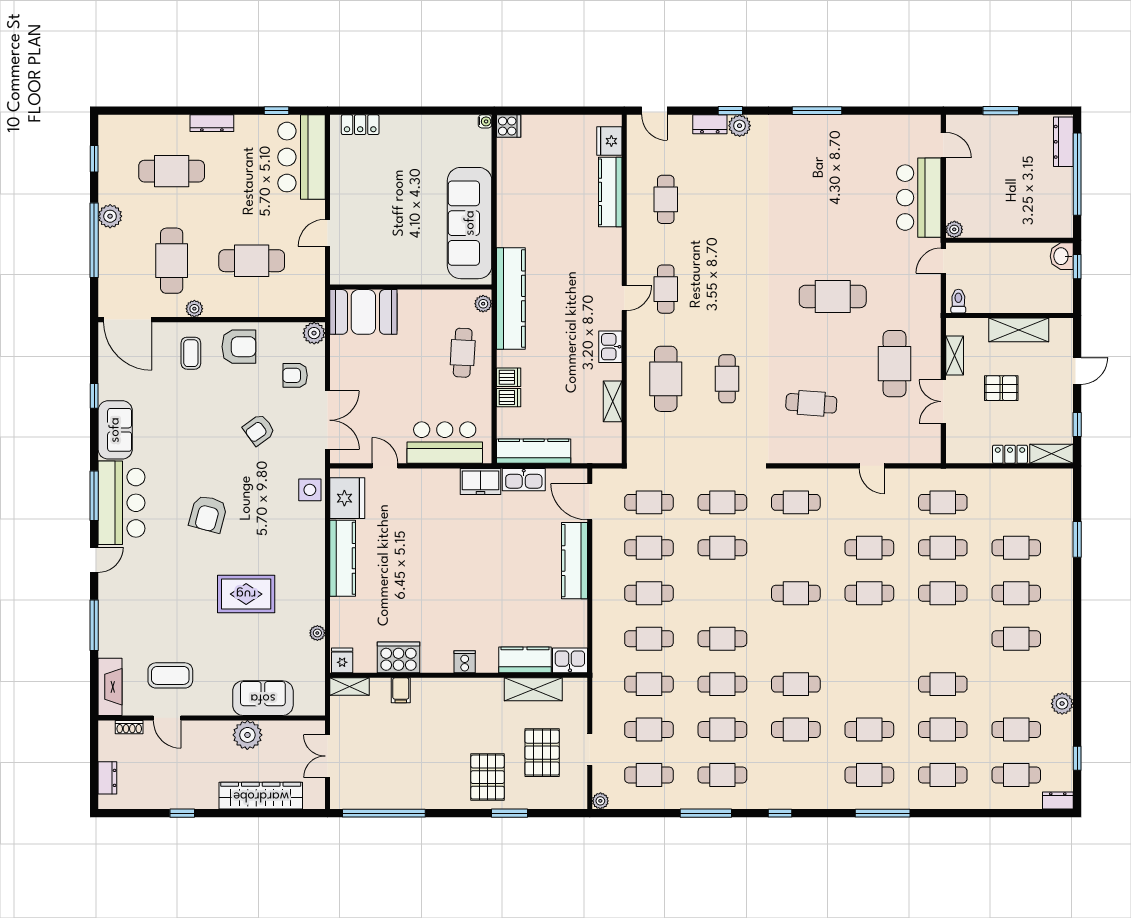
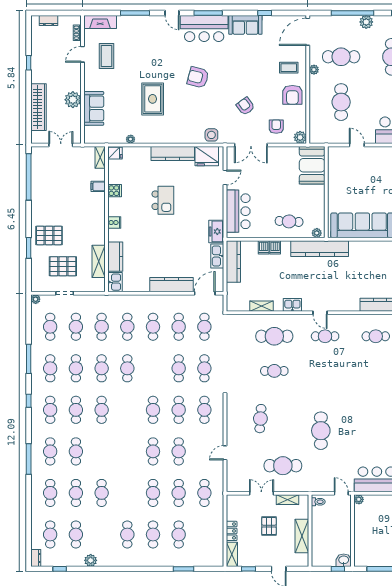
cafe table: (796, 548) -> (179, 410), added
kitchen island: (425, 576) -> (163, 200), added
cooker: (399, 657) -> (115, 191), width x0.53, depth x0.76
cafe table: (796, 775) -> (50, 410), added

